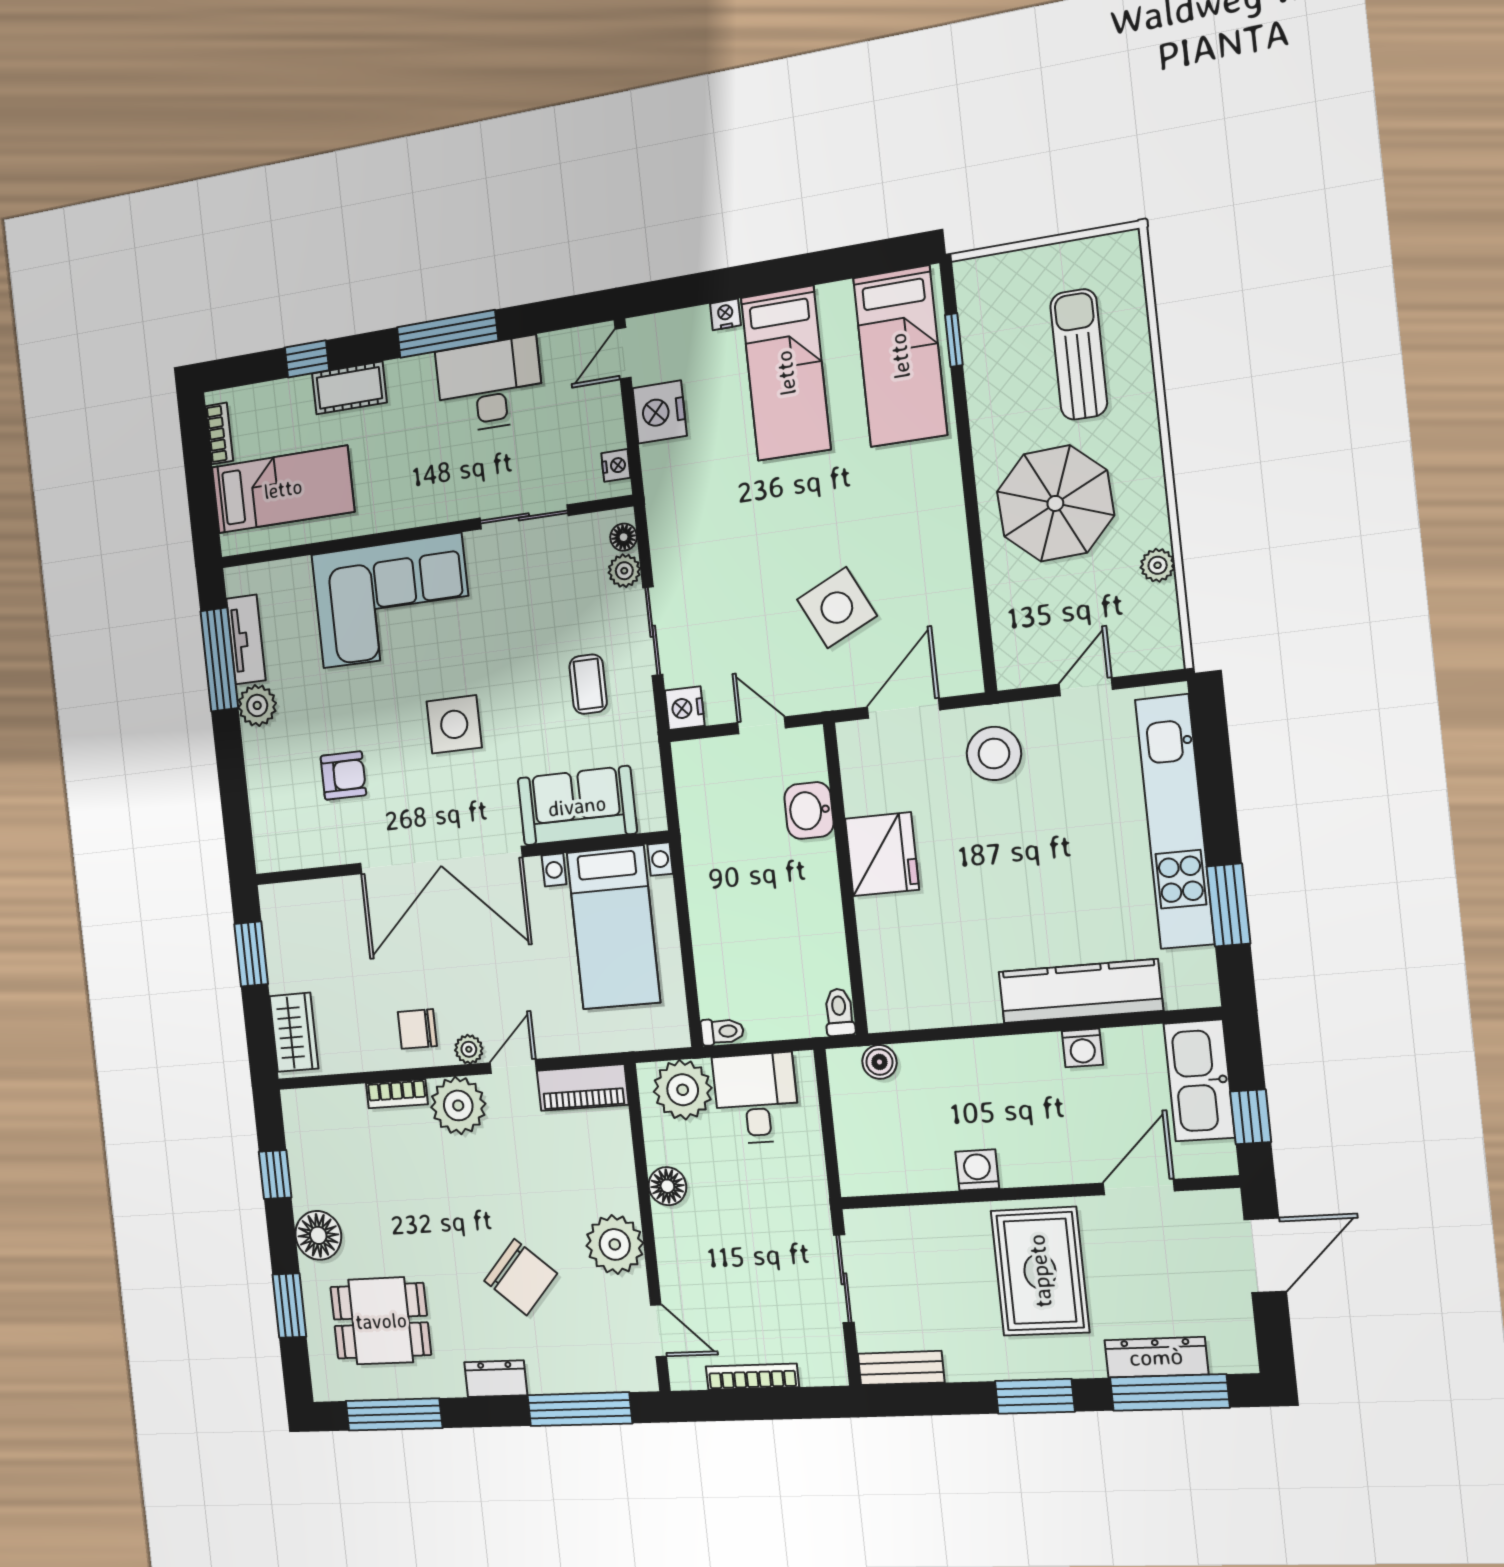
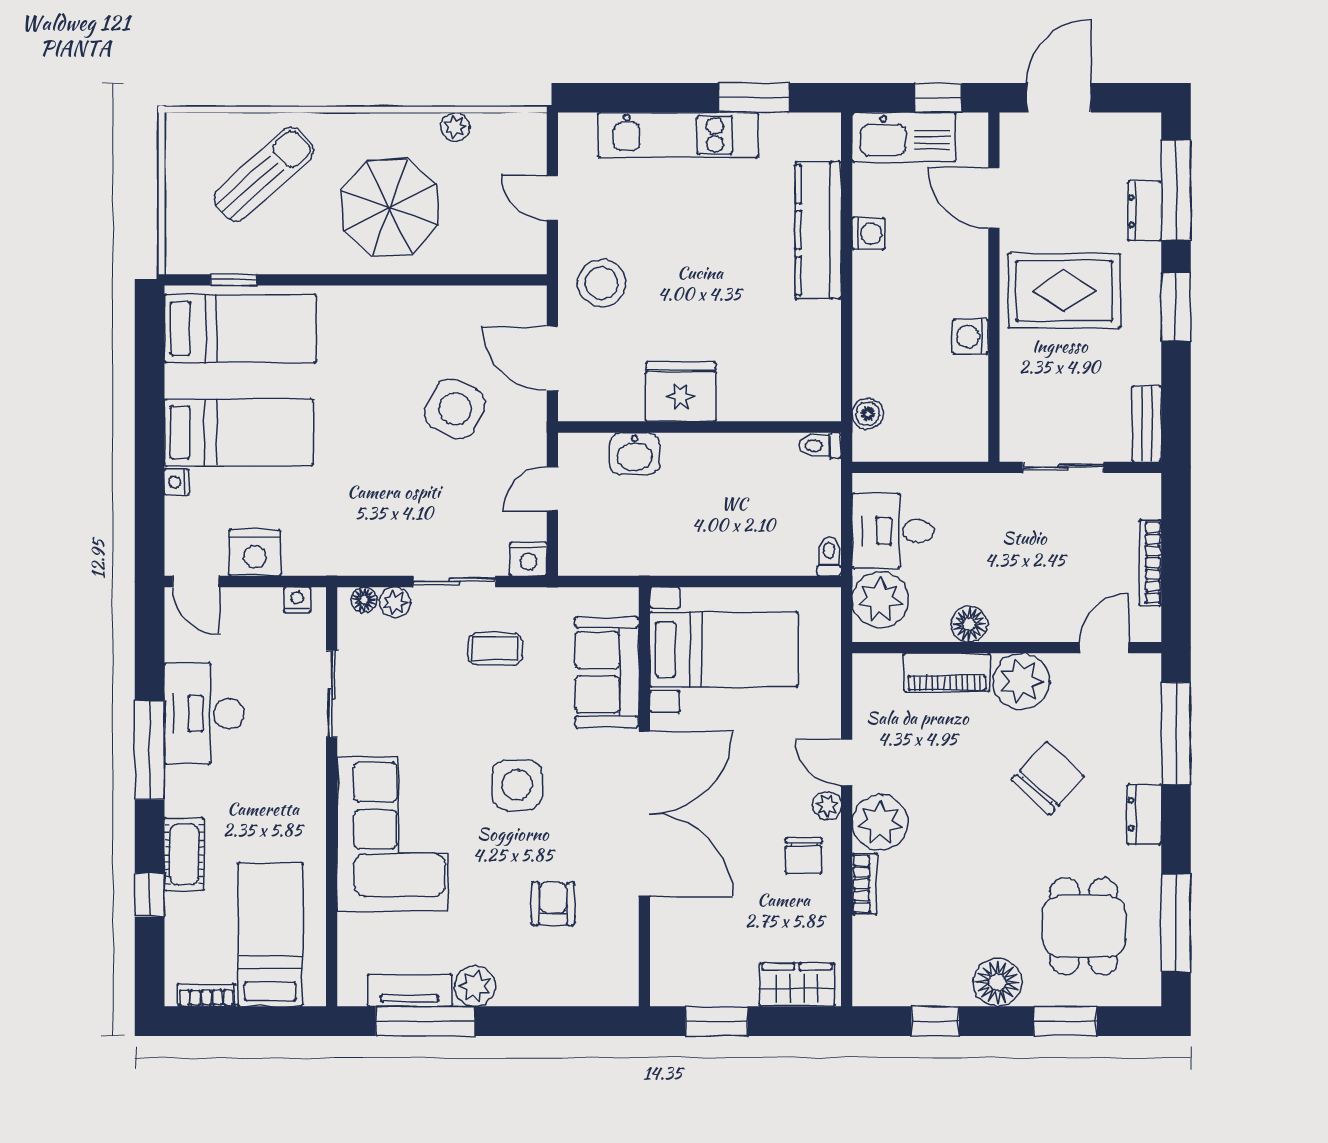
sun lounger: (1079, 354) -> (264, 174), turned 138
side table: (837, 608) -> (455, 409), turned -38
kitchen unit: (1175, 822) -> (678, 135), width x0.73
piano: (583, 1088) -> (947, 673), moved, turned 90
door: (1265, 1255) -> (1059, 98), hinge flipped
dresser: (1156, 1357) -> (1145, 211), width x0.70

